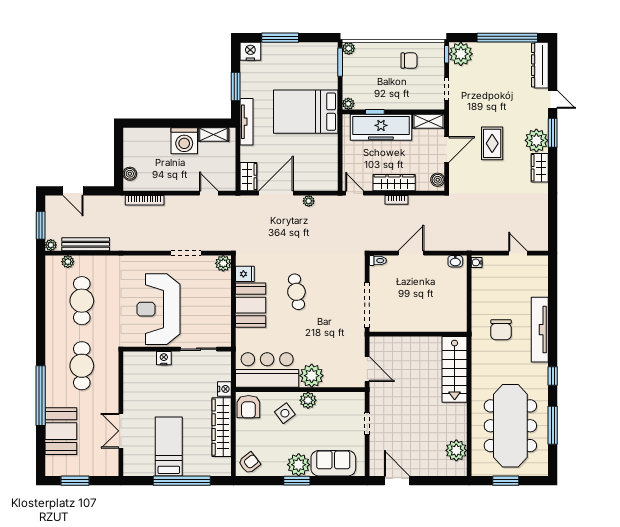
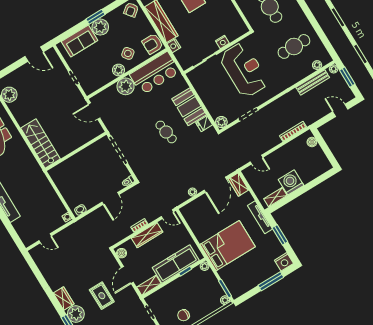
cafe table: (82, 301) -> (294, 46), turned 90
chair: (501, 330) -> (27, 185), removed
armchair: (248, 407) -> (153, 44), turned -90

